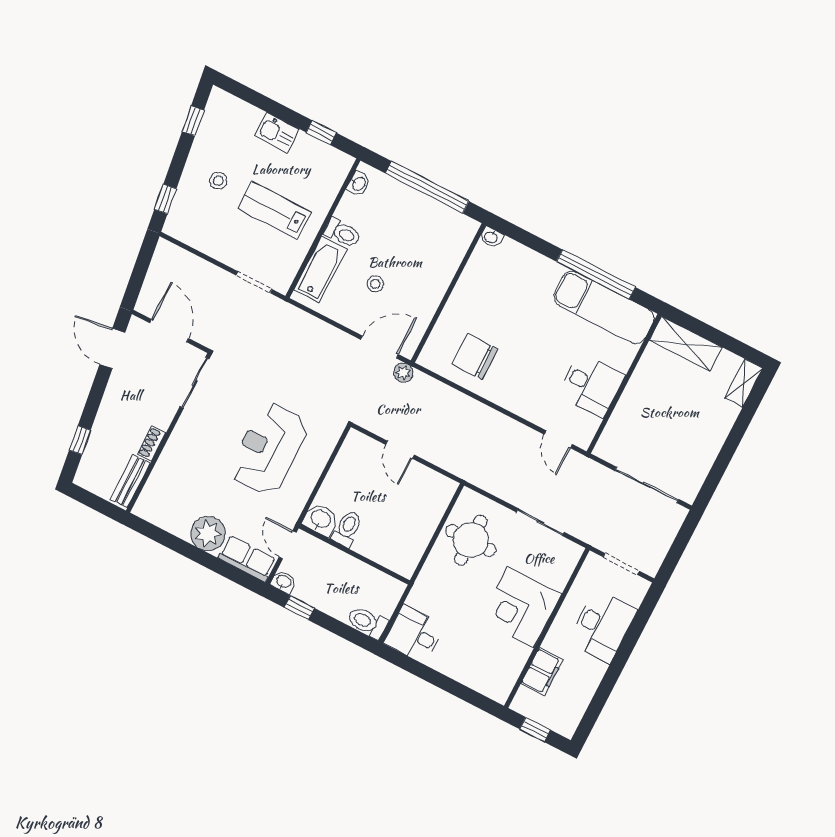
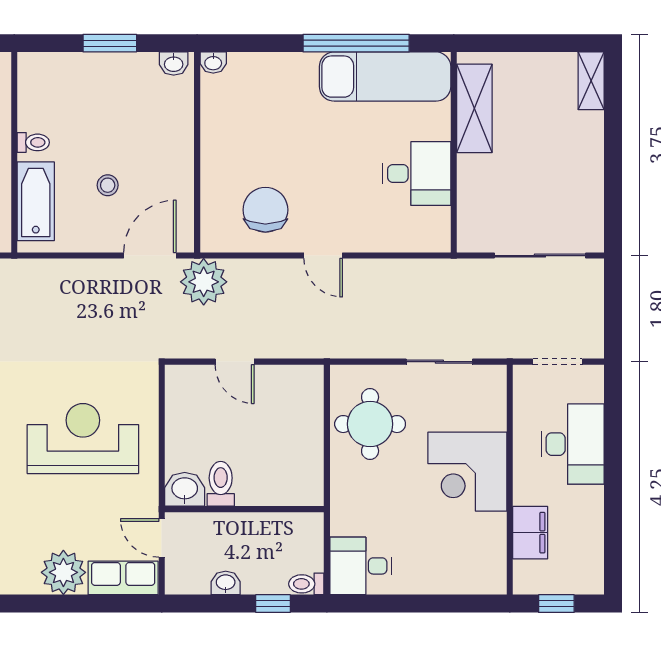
washbasin: (359, 184) -> (174, 64), moved, turned 90
window: (427, 187) -> (110, 43), width x0.47
toilet: (342, 233) -> (33, 142), width x0.73, depth x0.72
shelving: (686, 344) -> (474, 108), moved, turned 90
chair: (475, 357) -> (265, 210), turned 90
plant: (403, 373) -> (204, 282), width x1.87, depth x1.87
door: (558, 439) -> (323, 256), moved
reception desk: (269, 449) -> (83, 439), turned 90
washbasin: (284, 582) -> (226, 583), moved
window: (299, 608) -> (273, 604), moved
toilet: (367, 622) -> (306, 584), width x0.73, depth x0.72

